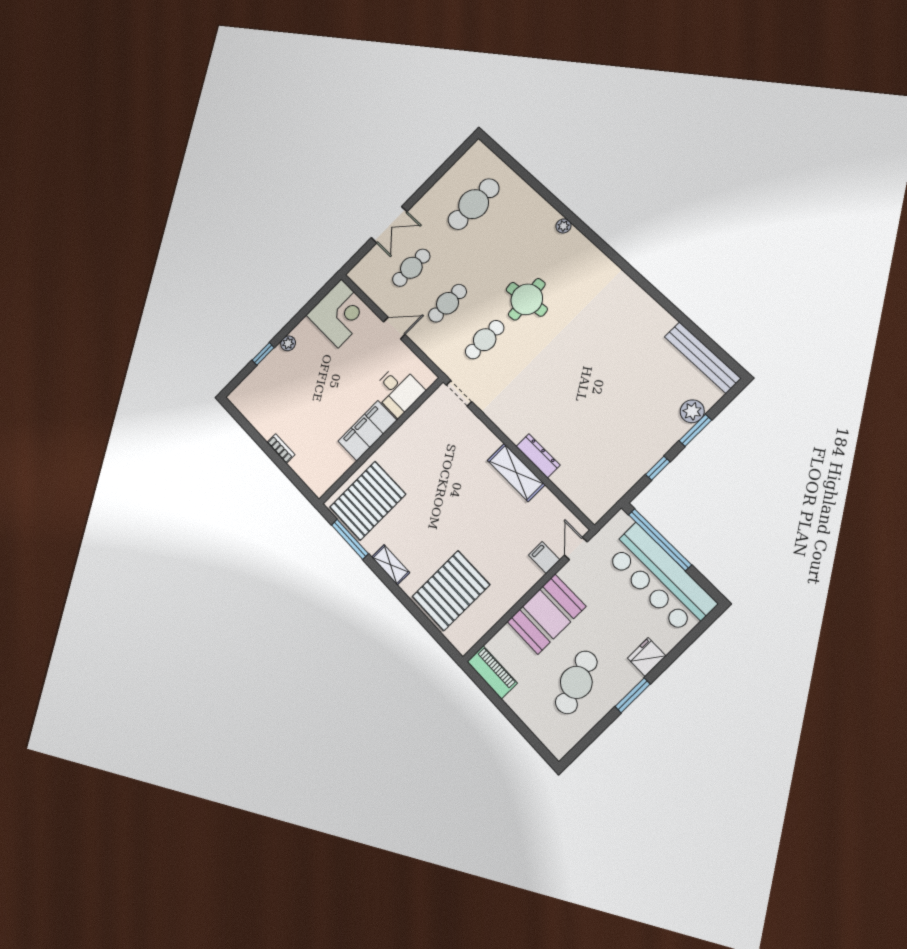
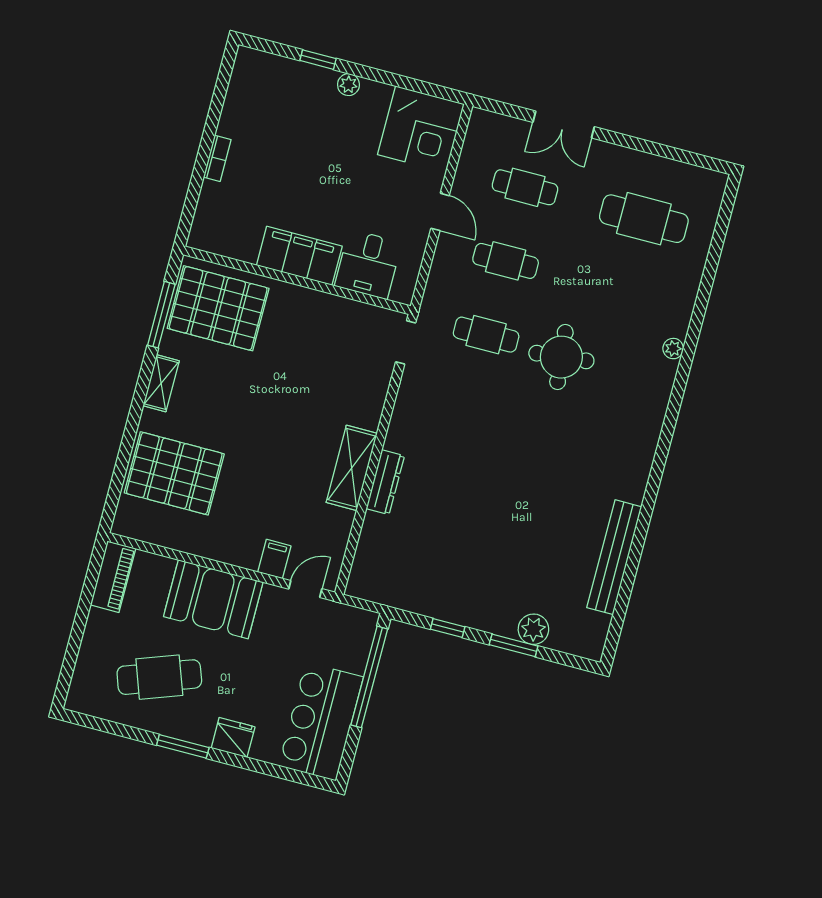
bench: (703, 358) -> (614, 557), moved
bar counter: (660, 579) -> (321, 721), width x0.73

